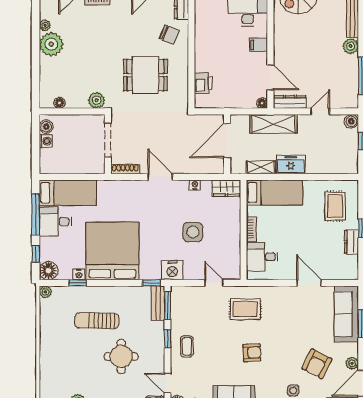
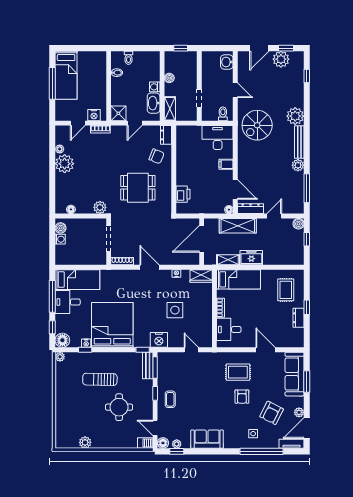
rug: (245, 309) -> (238, 372), moved
armchair: (252, 353) -> (242, 397), moved, turned 93

